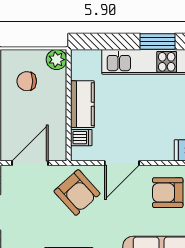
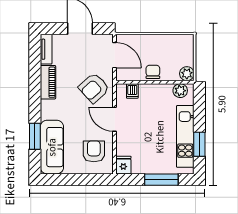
plant: (81, 69) -> (180, 91), added
chair: (27, 81) -> (153, 72), moved
kitchen counter: (82, 104) -> (156, 92), removed

